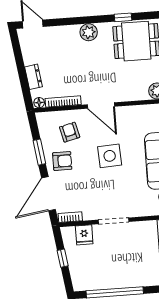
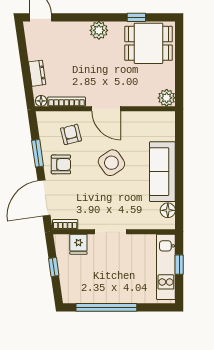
side table: (110, 156) -> (111, 163), turned -31

